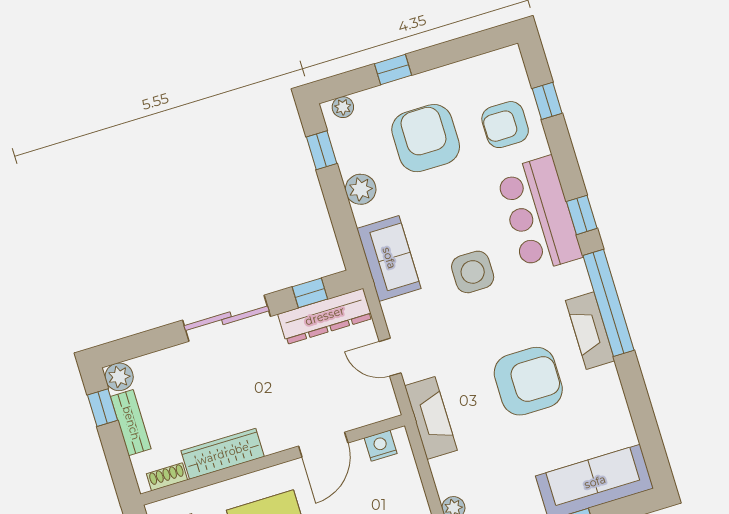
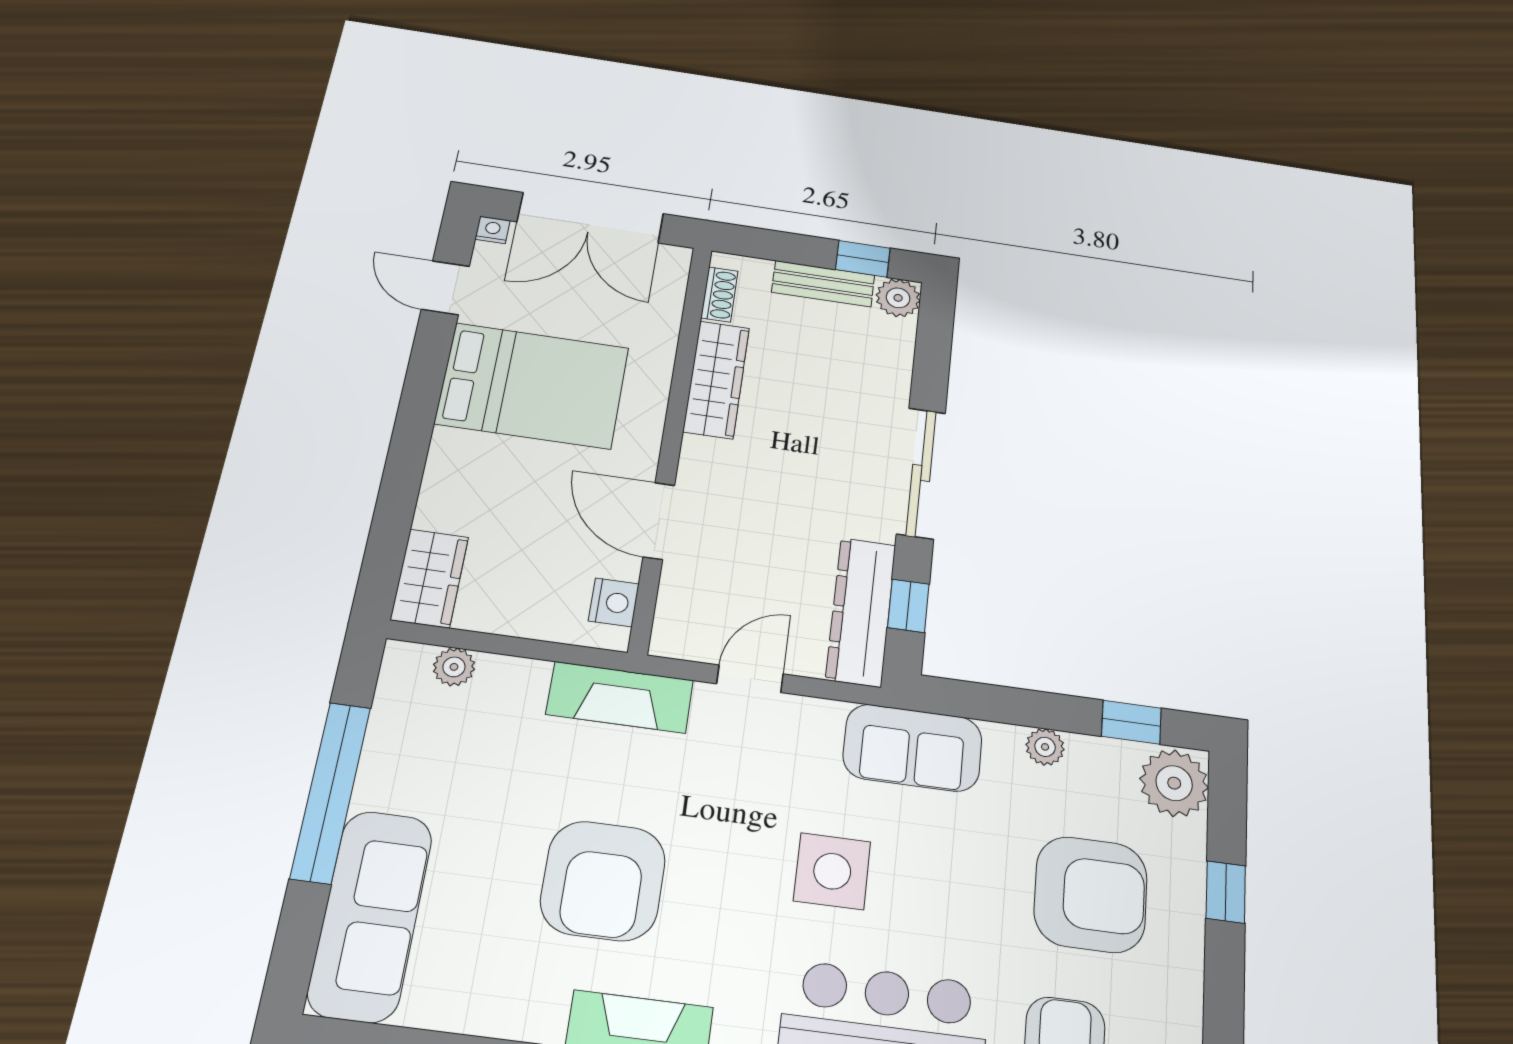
plant: (343, 107) -> (1174, 783), width x1.88, depth x1.88
plant: (361, 189) -> (1045, 747), width x0.73, depth x0.73

